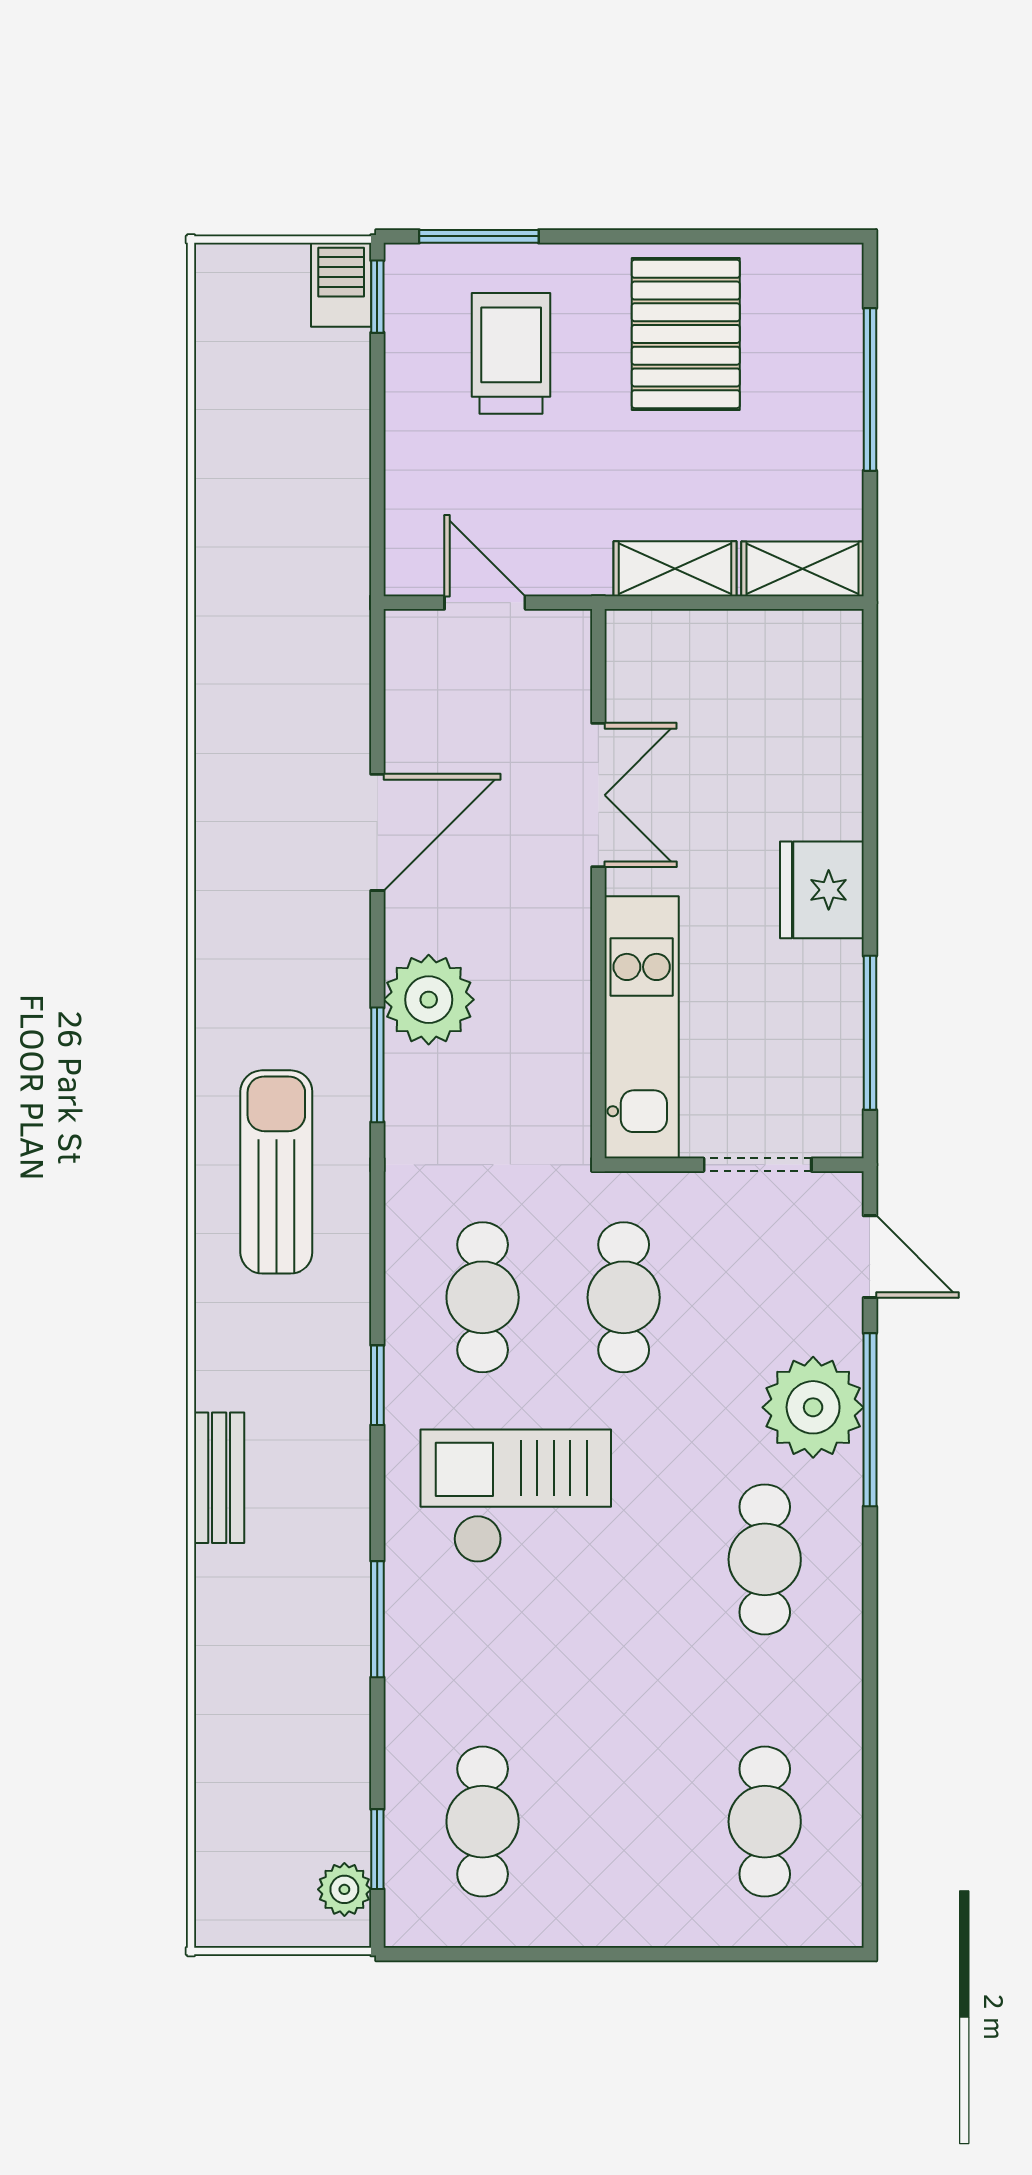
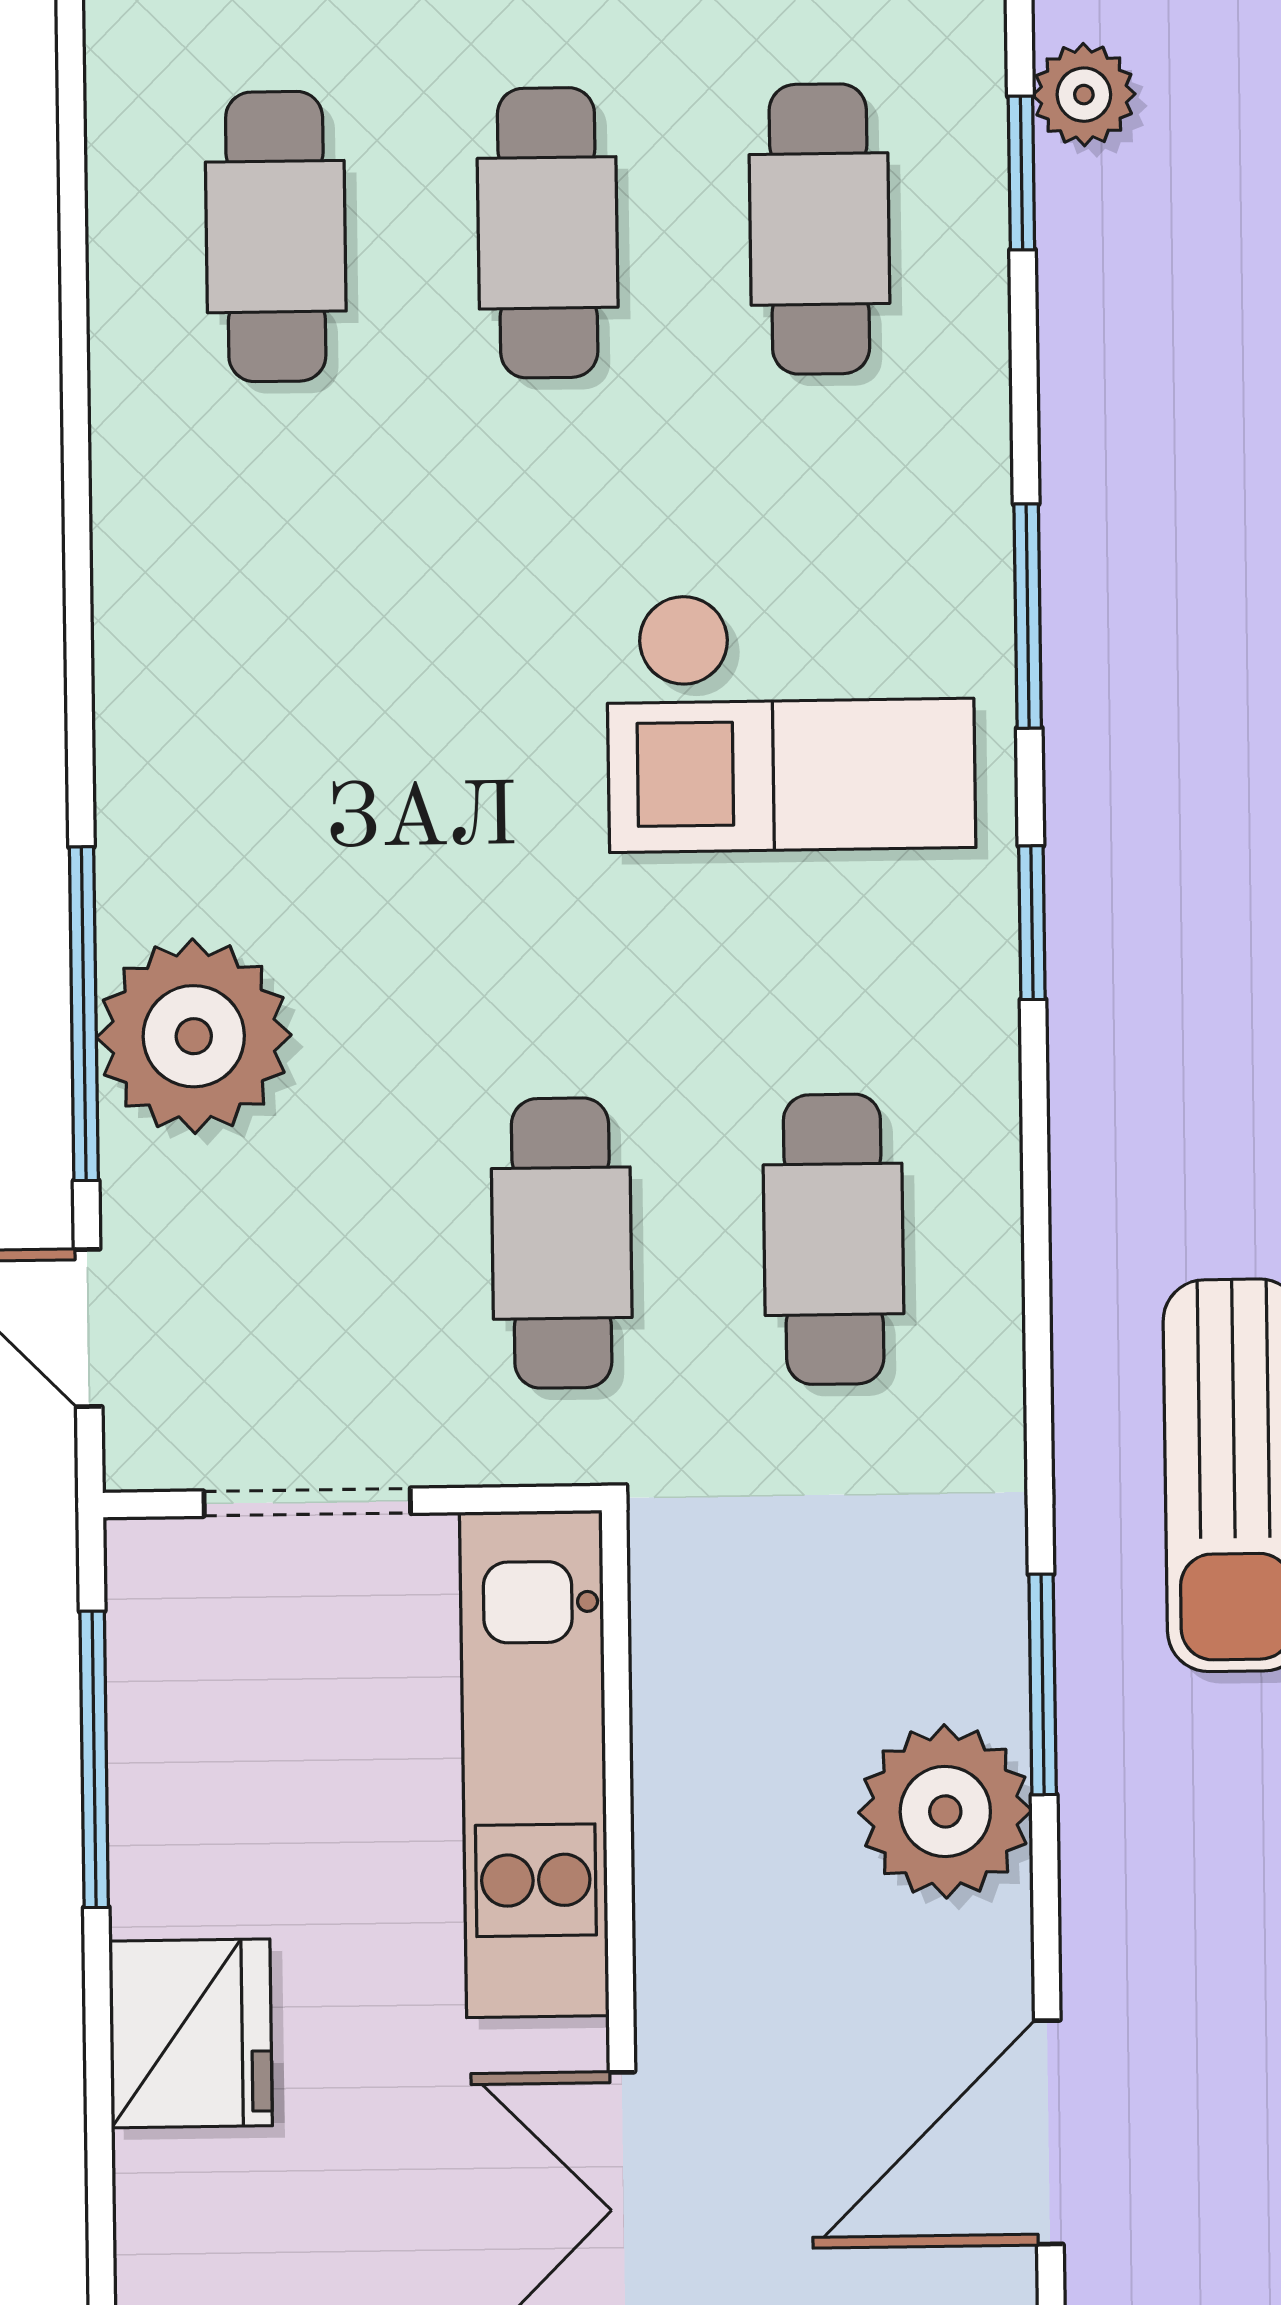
window: (377, 1385) -> (1032, 923), moved
checkout: (516, 1496) -> (791, 721), moved
cafe table: (765, 1559) -> (548, 233), moved

